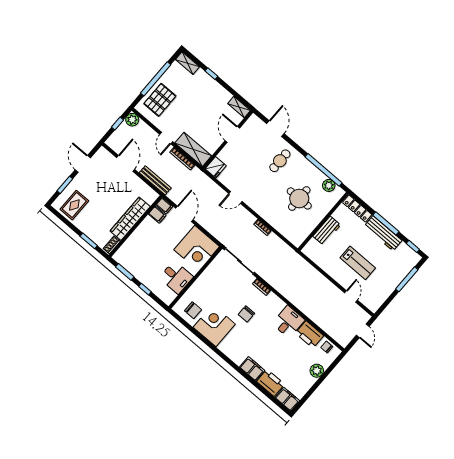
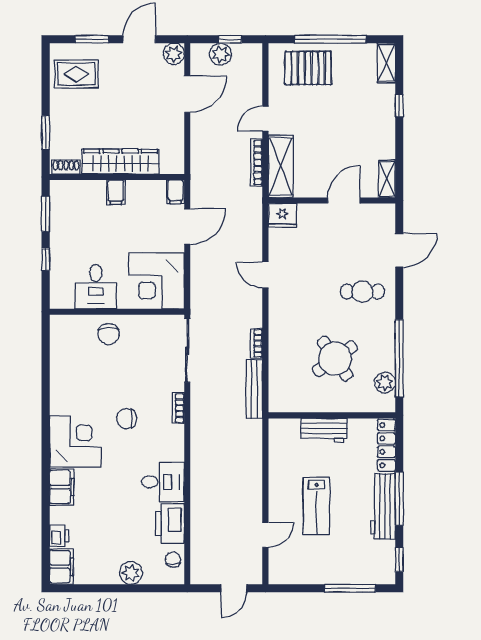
plant: (132, 120) -> (221, 54), moved
plant: (102, 154) -> (174, 54), added
bench: (155, 180) -> (254, 389), moved
round table: (299, 198) -> (335, 359), turned -35
filing cabinet: (157, 215) -> (116, 192), moved
chair: (193, 310) -> (108, 334), moved
corner desk: (214, 326) -> (75, 442), moved
printer: (271, 383) -> (59, 536), width x0.53, depth x0.68

